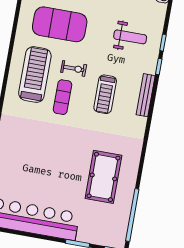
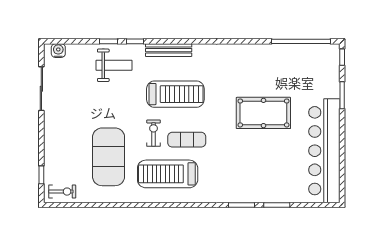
weight bench: (130, 37) -> (114, 65), moved, turned 90
treadmill: (105, 94) -> (175, 94), width x1.37, depth x1.38
pool table: (103, 177) -> (263, 113), moved

